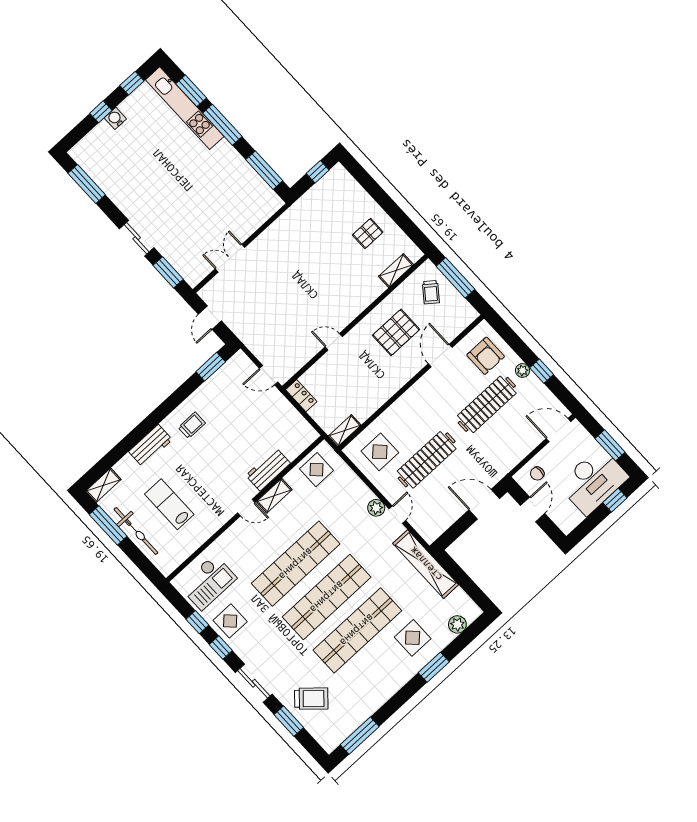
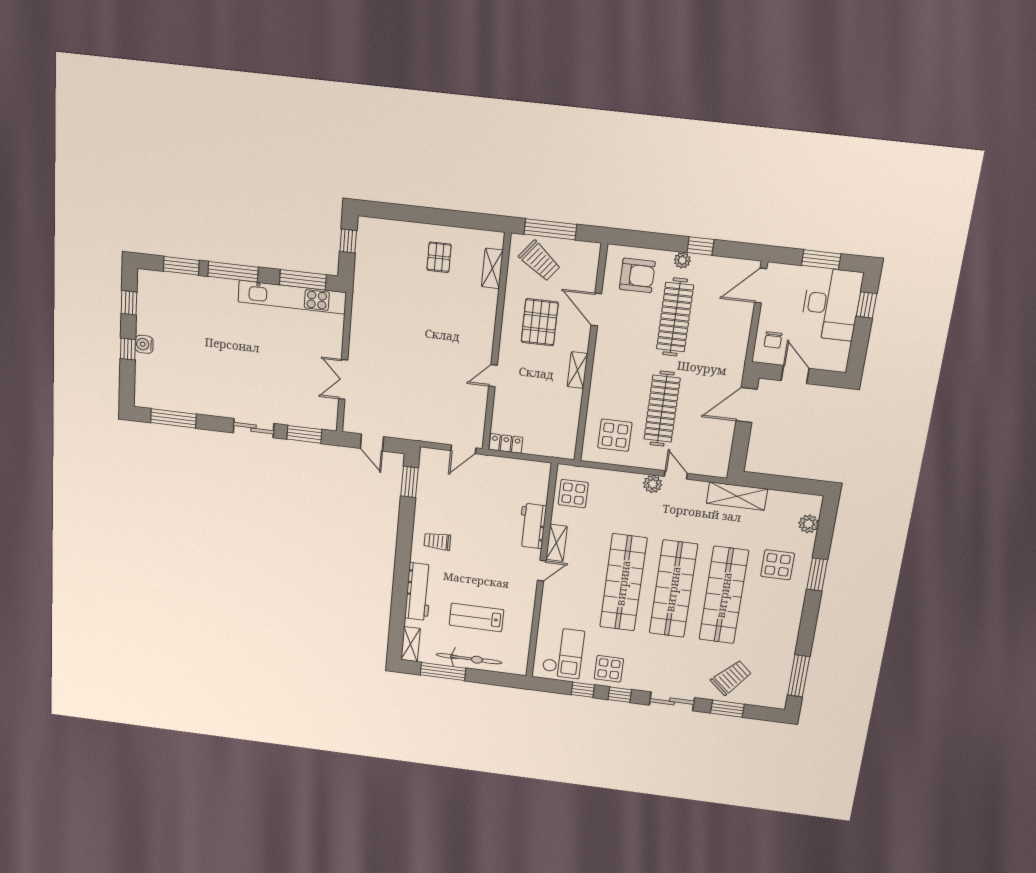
kitchen unit: (185, 108) -> (292, 297), moved
trolley: (431, 292) -> (540, 261), width x1.36, depth x1.39
trolley: (192, 425) -> (437, 541), turned -90
shelving: (345, 431) -> (577, 370), moved
workbench: (150, 446) -> (418, 592), width x1.38
shelving: (426, 564) -> (737, 496), width x0.68

